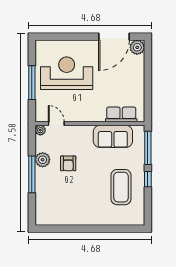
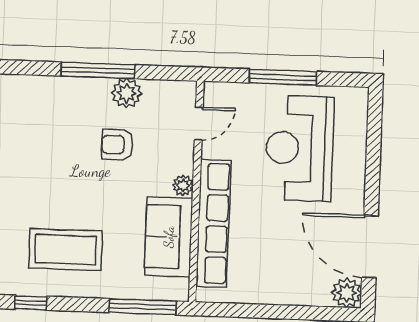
reception desk: (67, 73) -> (300, 148), turned 180
row of seats: (121, 114) -> (213, 223), width x2.02
plant: (40, 130) -> (183, 185), moved
window: (148, 179) -> (31, 303), moved

